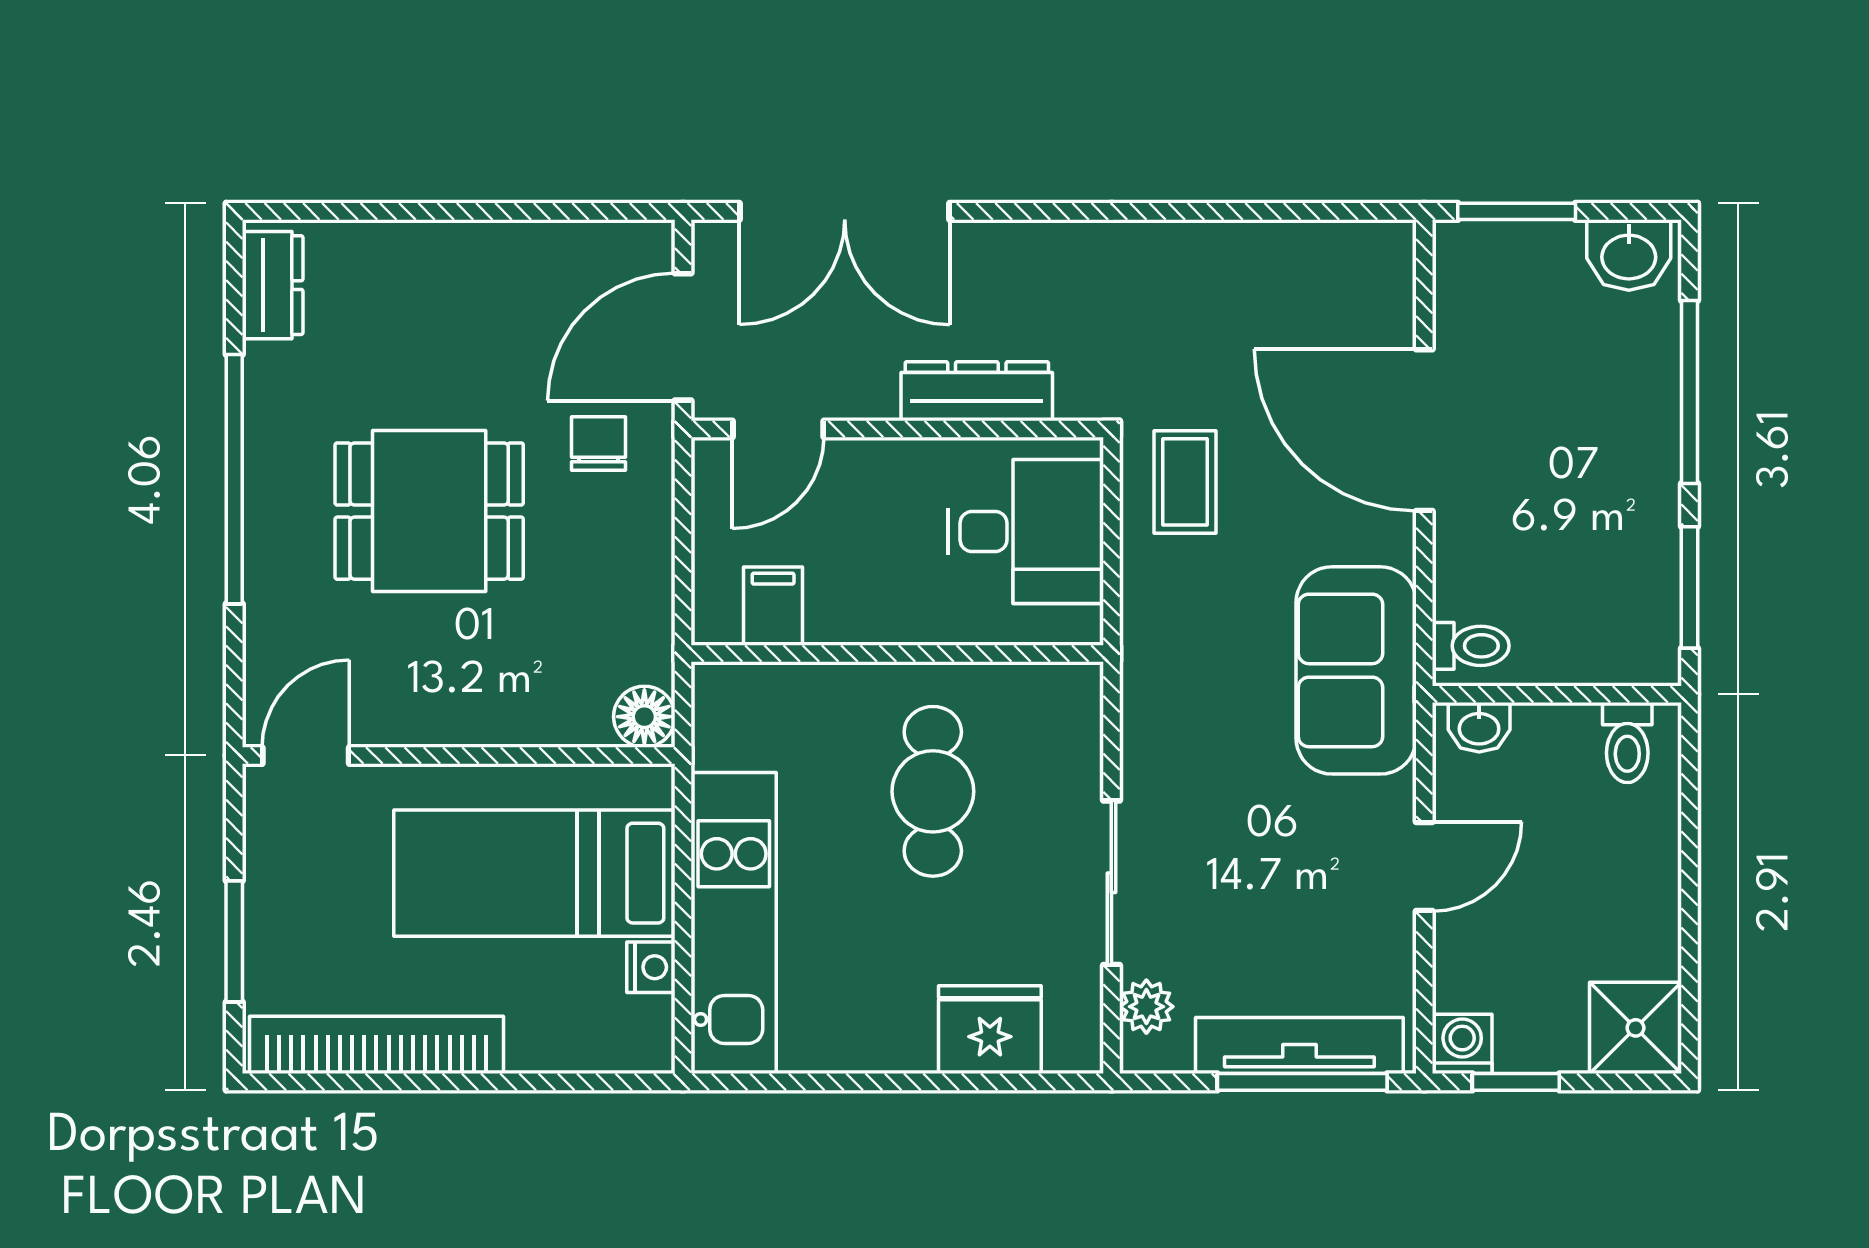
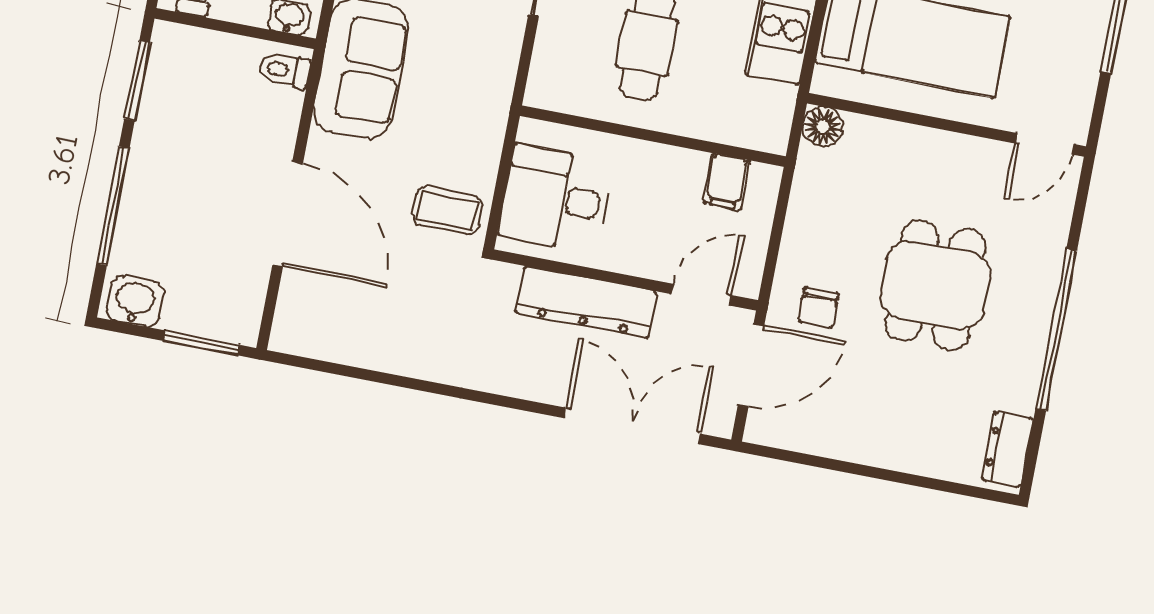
dresser: (977, 391) -> (586, 302), width x1.37, depth x1.24
coffee table: (1185, 482) -> (447, 210), turned 90
dining table: (429, 511) -> (935, 285), turned 90

